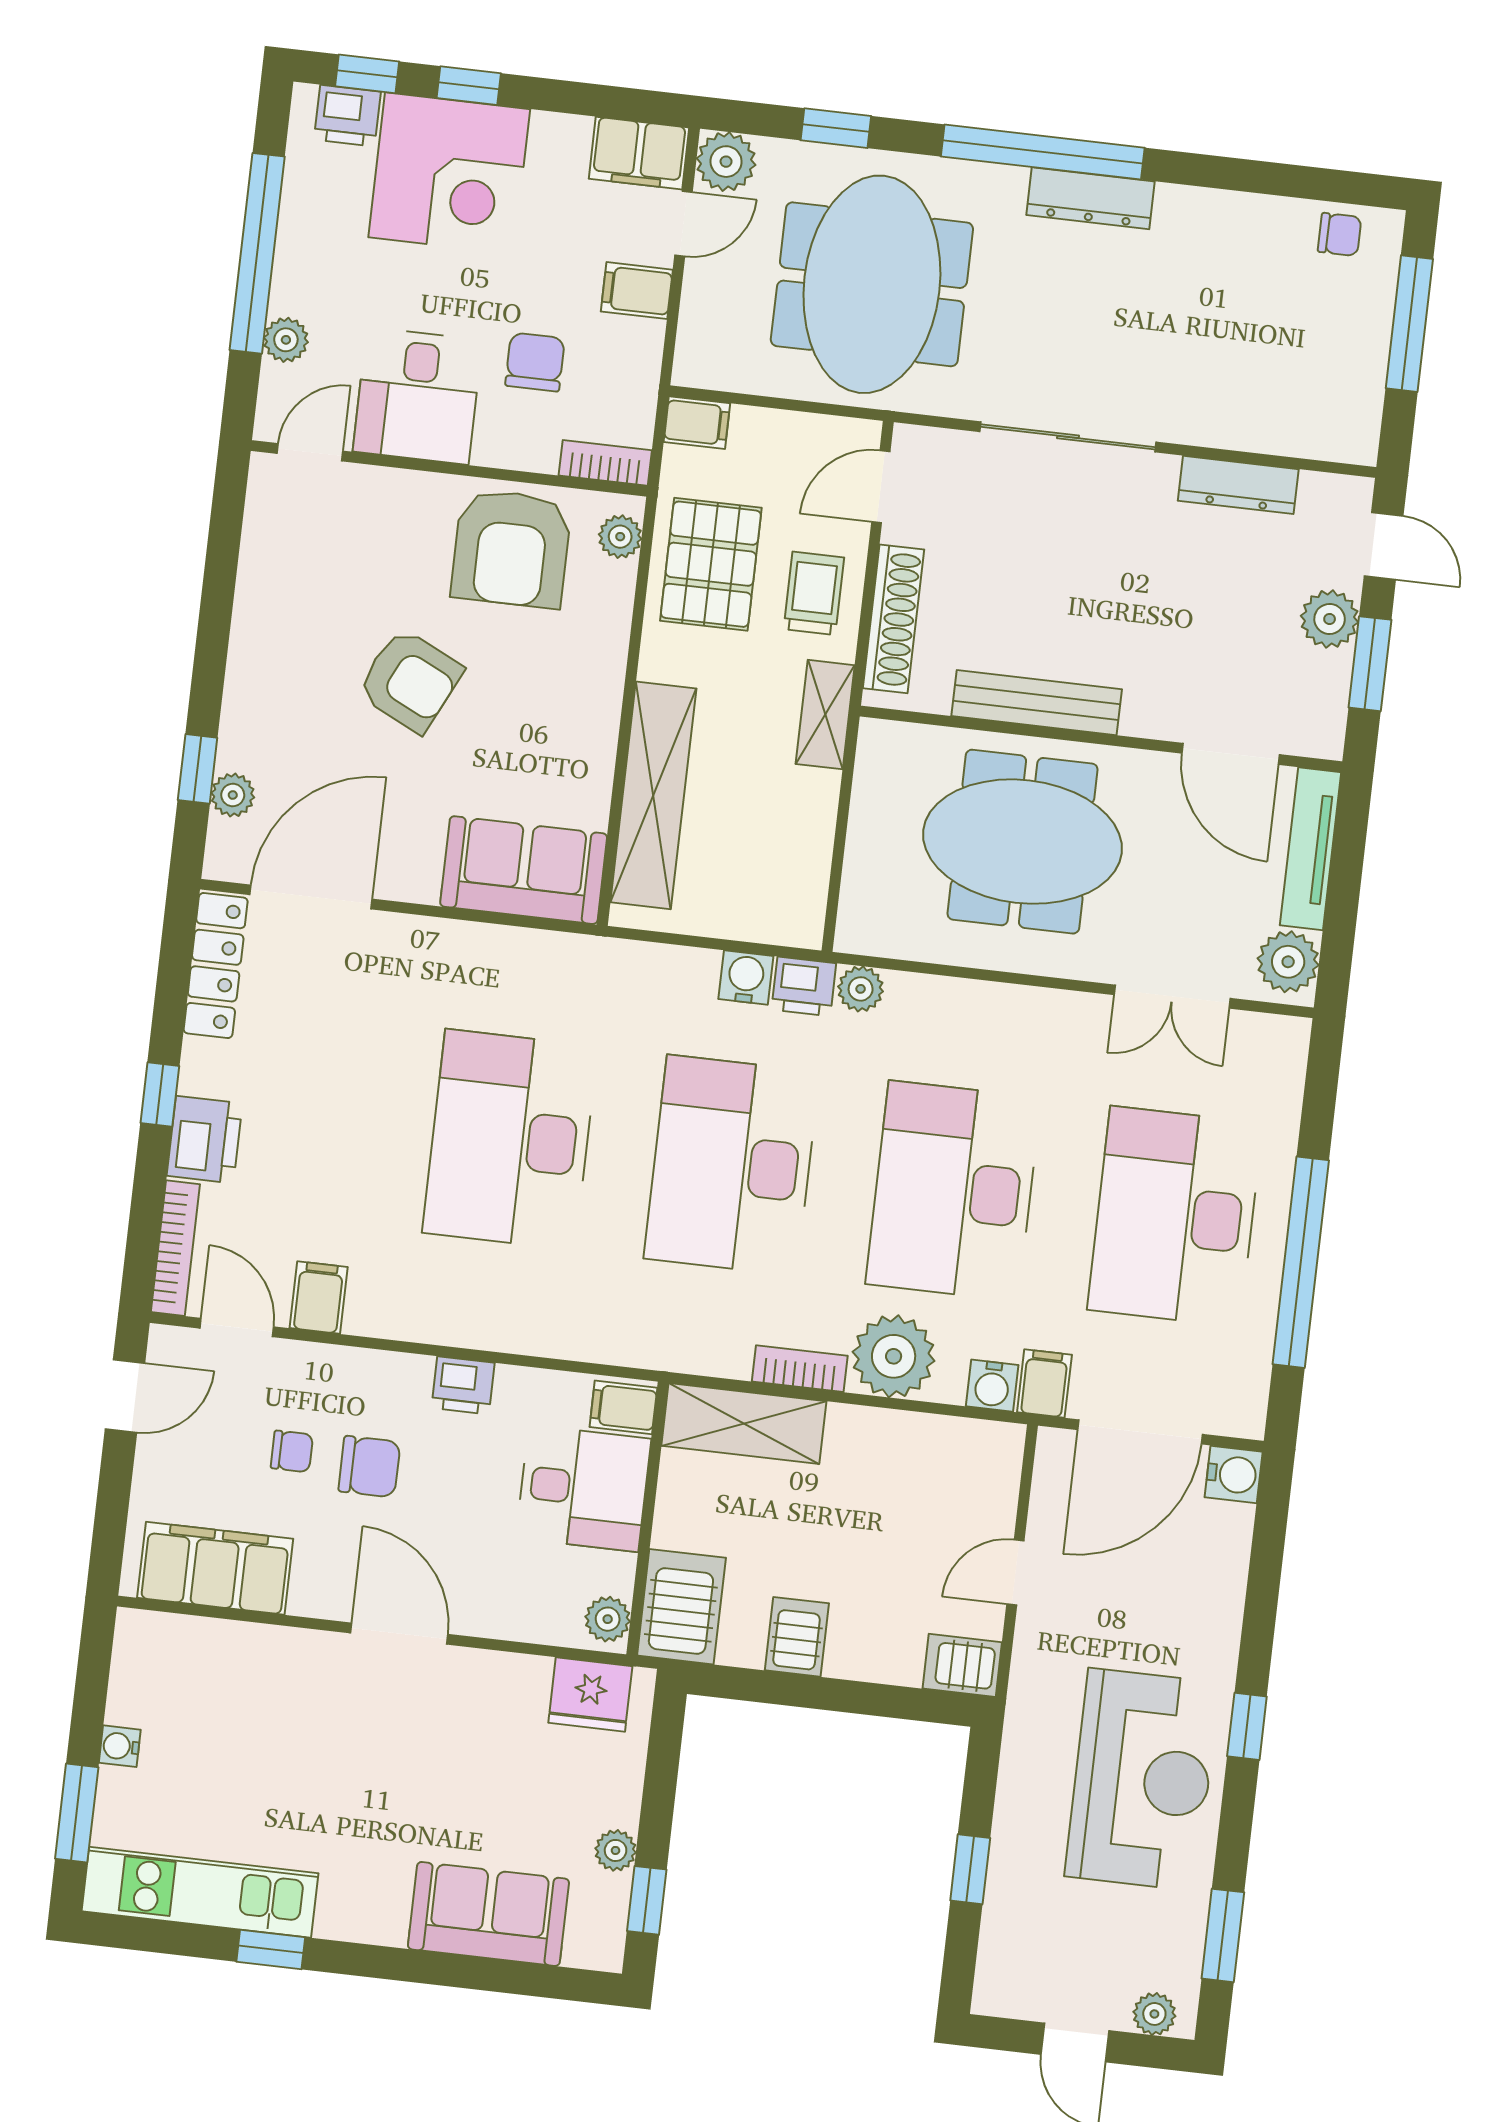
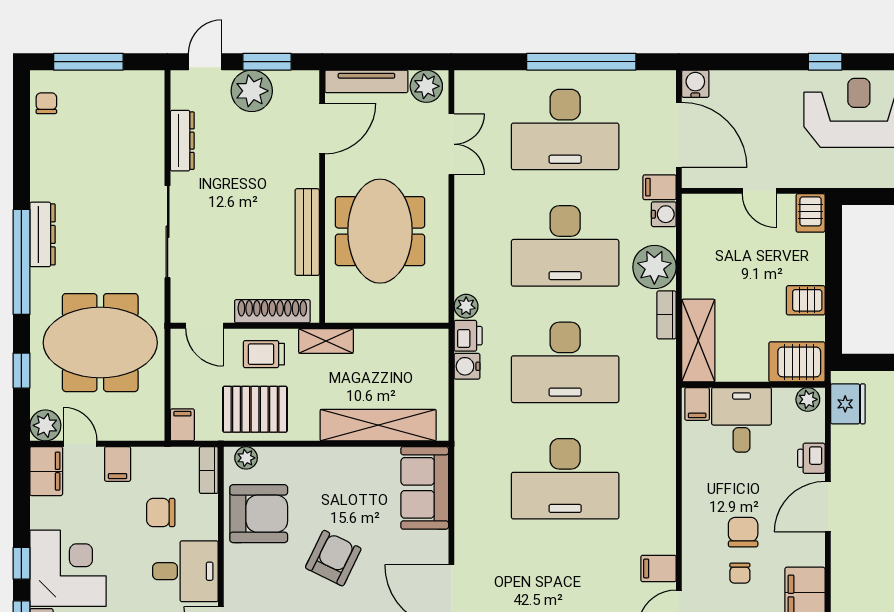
plant: (1330, 619) -> (252, 91), width x1.36, depth x1.36
printer: (463, 1385) -> (811, 458), moved, turned 180
chair: (292, 1451) -> (740, 573), turned 180

